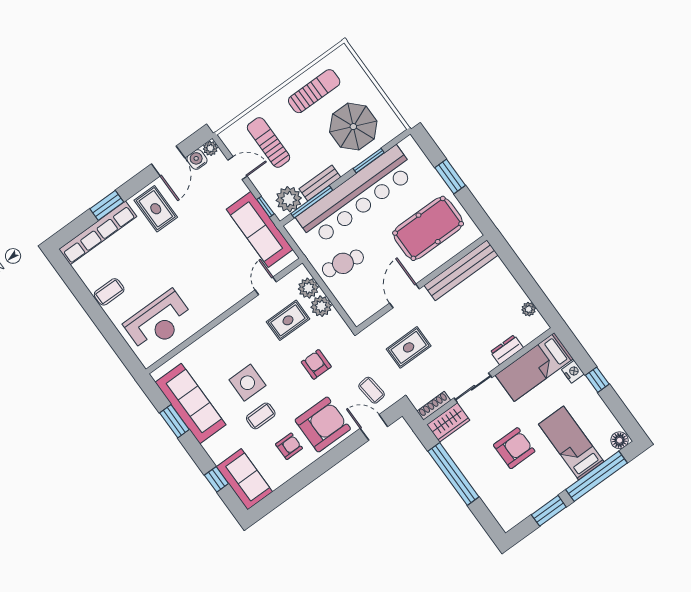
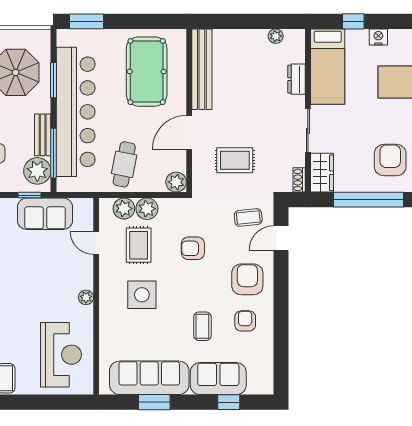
window: (450, 176) -> (86, 21), moved
sofa: (260, 229) -> (45, 214), width x0.73
door: (405, 296) -> (189, 132), hinge flipped
plant: (217, 309) -> (86, 297), added
plant: (358, 314) -> (176, 182), added
rug: (409, 347) -> (235, 160), turned 90
nightstand: (573, 372) -> (378, 37), moved
window: (597, 380) -> (353, 21), moved
side table: (247, 383) -> (142, 295), moved
shoe rack: (434, 406) -> (299, 180), width x0.70
armchair: (323, 424) -> (247, 279), width x0.73, depth x0.73
armchair: (514, 448) -> (390, 160), moved
sofa: (244, 479) -> (218, 379), moved

